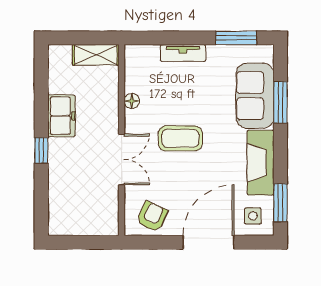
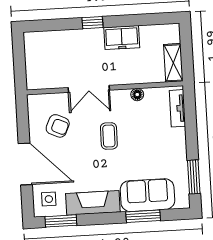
tv unit: (183, 53) -> (177, 108), moved
coffee table: (180, 138) -> (109, 136), width x0.73, depth x0.77
armchair: (152, 217) -> (58, 126), moved

